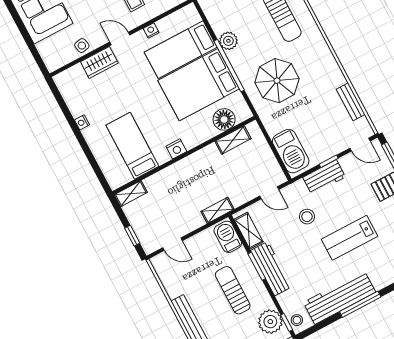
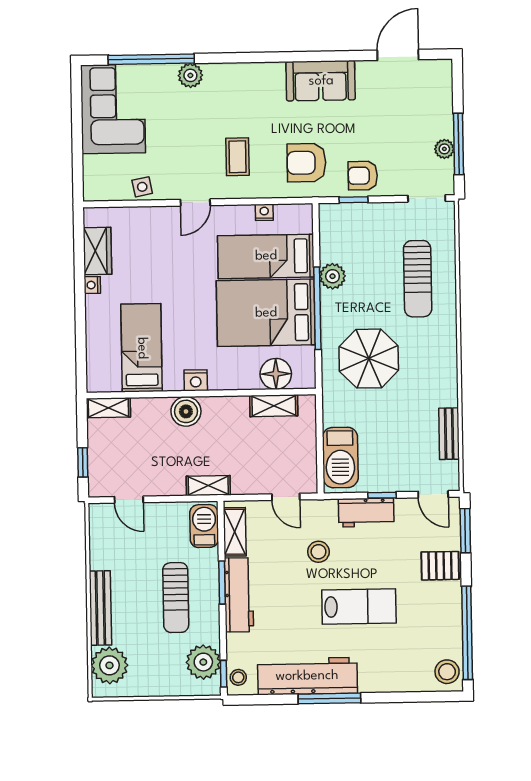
nightstand: (151, 31) -> (264, 212), moved
door: (120, 38) -> (195, 202), swing flipped
wardrobe: (99, 62) -> (97, 251), moved, turned -90
boiler: (180, 171) -> (186, 411), added
lab bench: (349, 238) -> (359, 606), turned 180
sun lounger: (233, 290) -> (176, 598), turned 180

